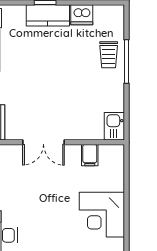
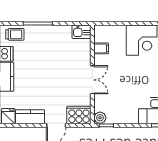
trolley: (109, 55) -> (15, 34), moved

